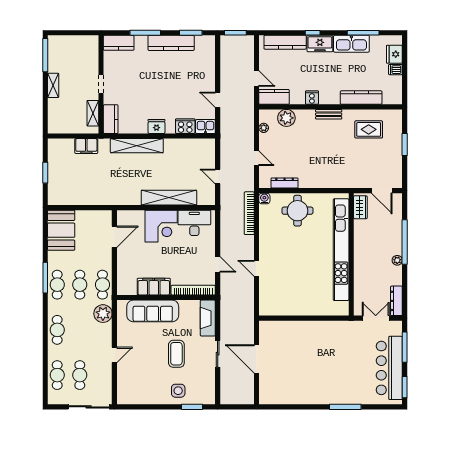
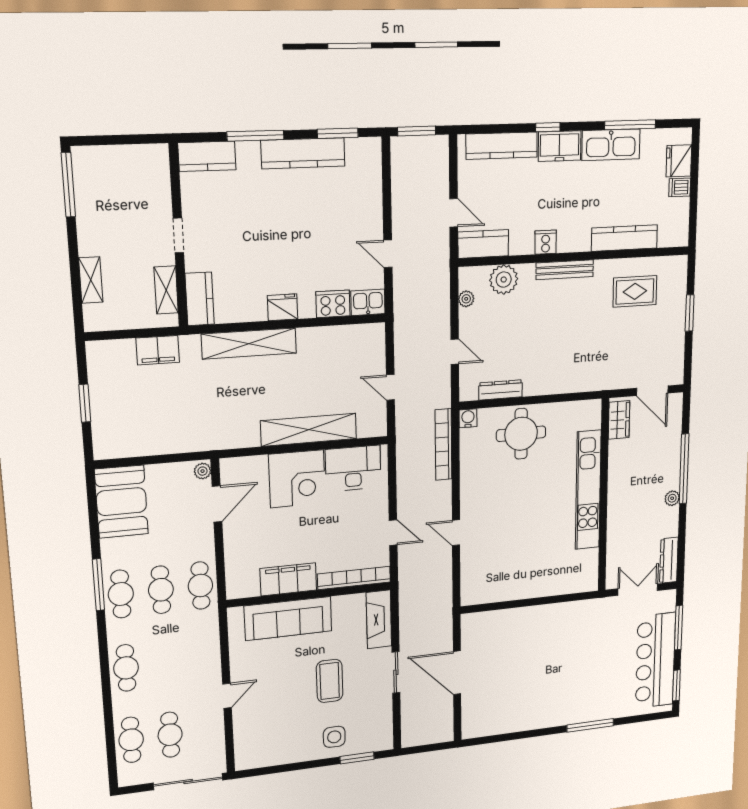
shelving: (53, 85) -> (91, 280), moved
bench: (329, 114) -> (565, 270), width x1.36
kitchen unit: (341, 250) -> (588, 490), width x0.73
plant: (103, 314) -> (203, 471), moved, width x0.53, depth x0.53

